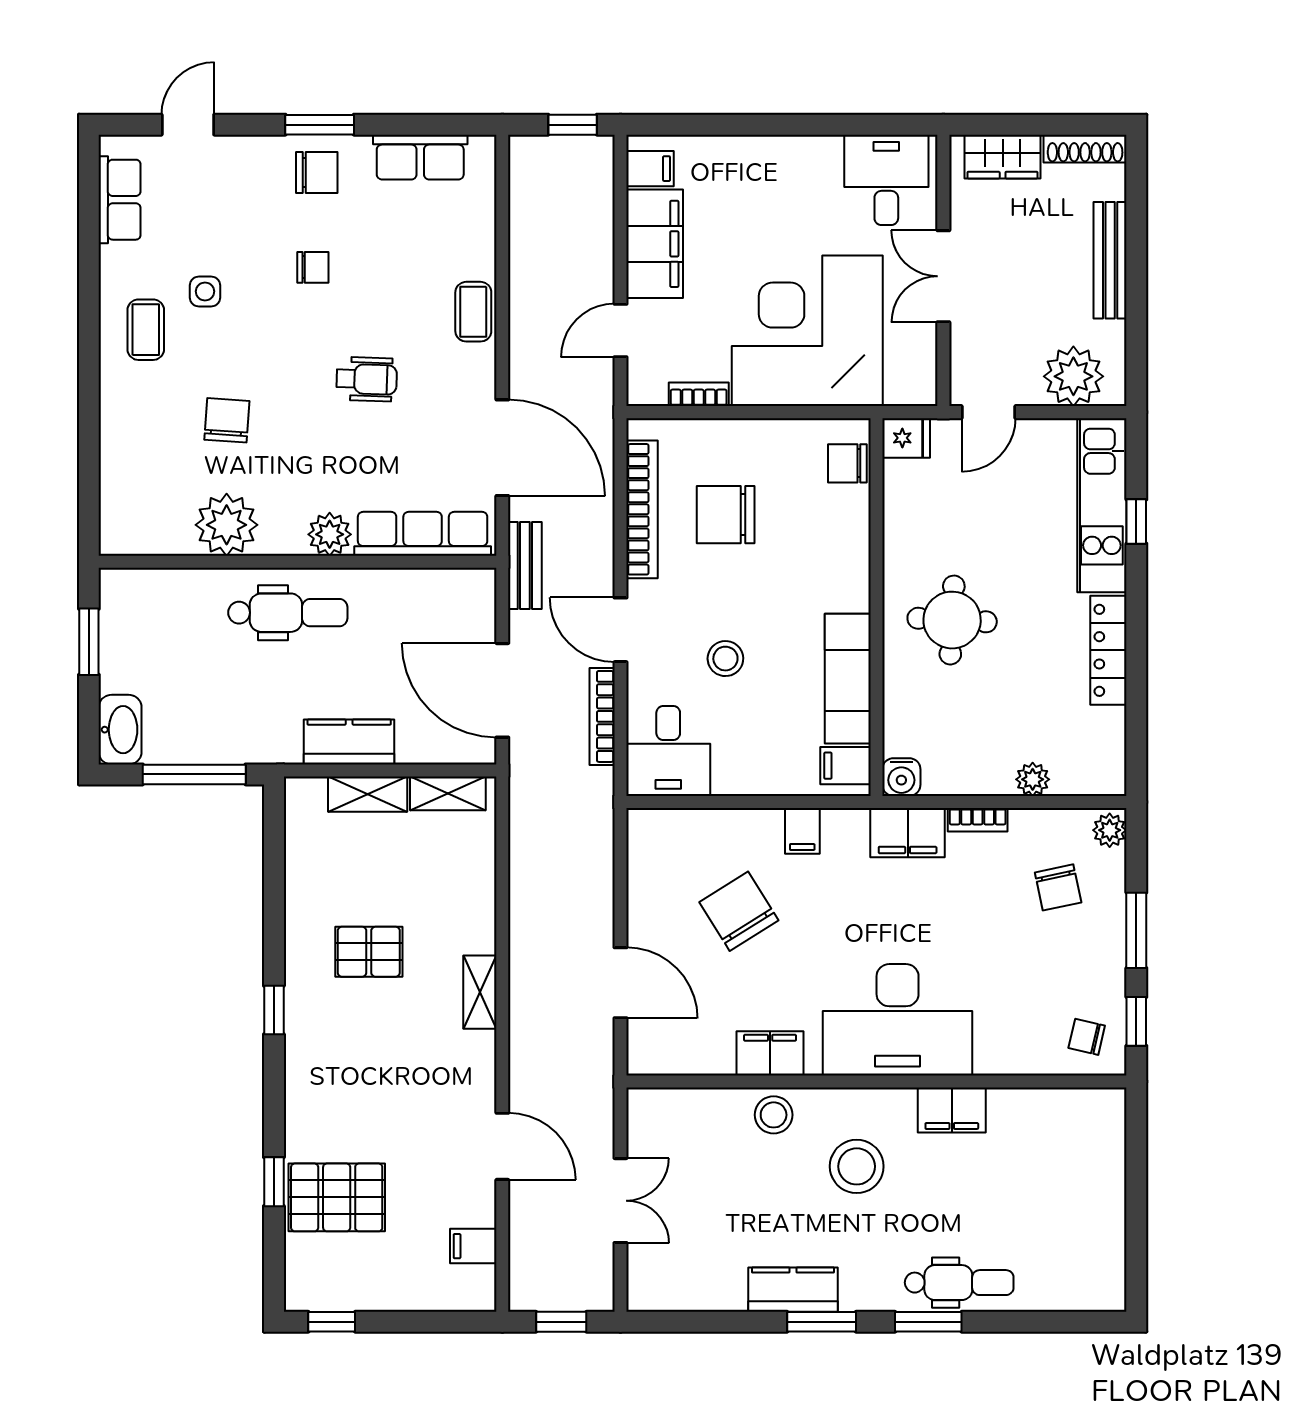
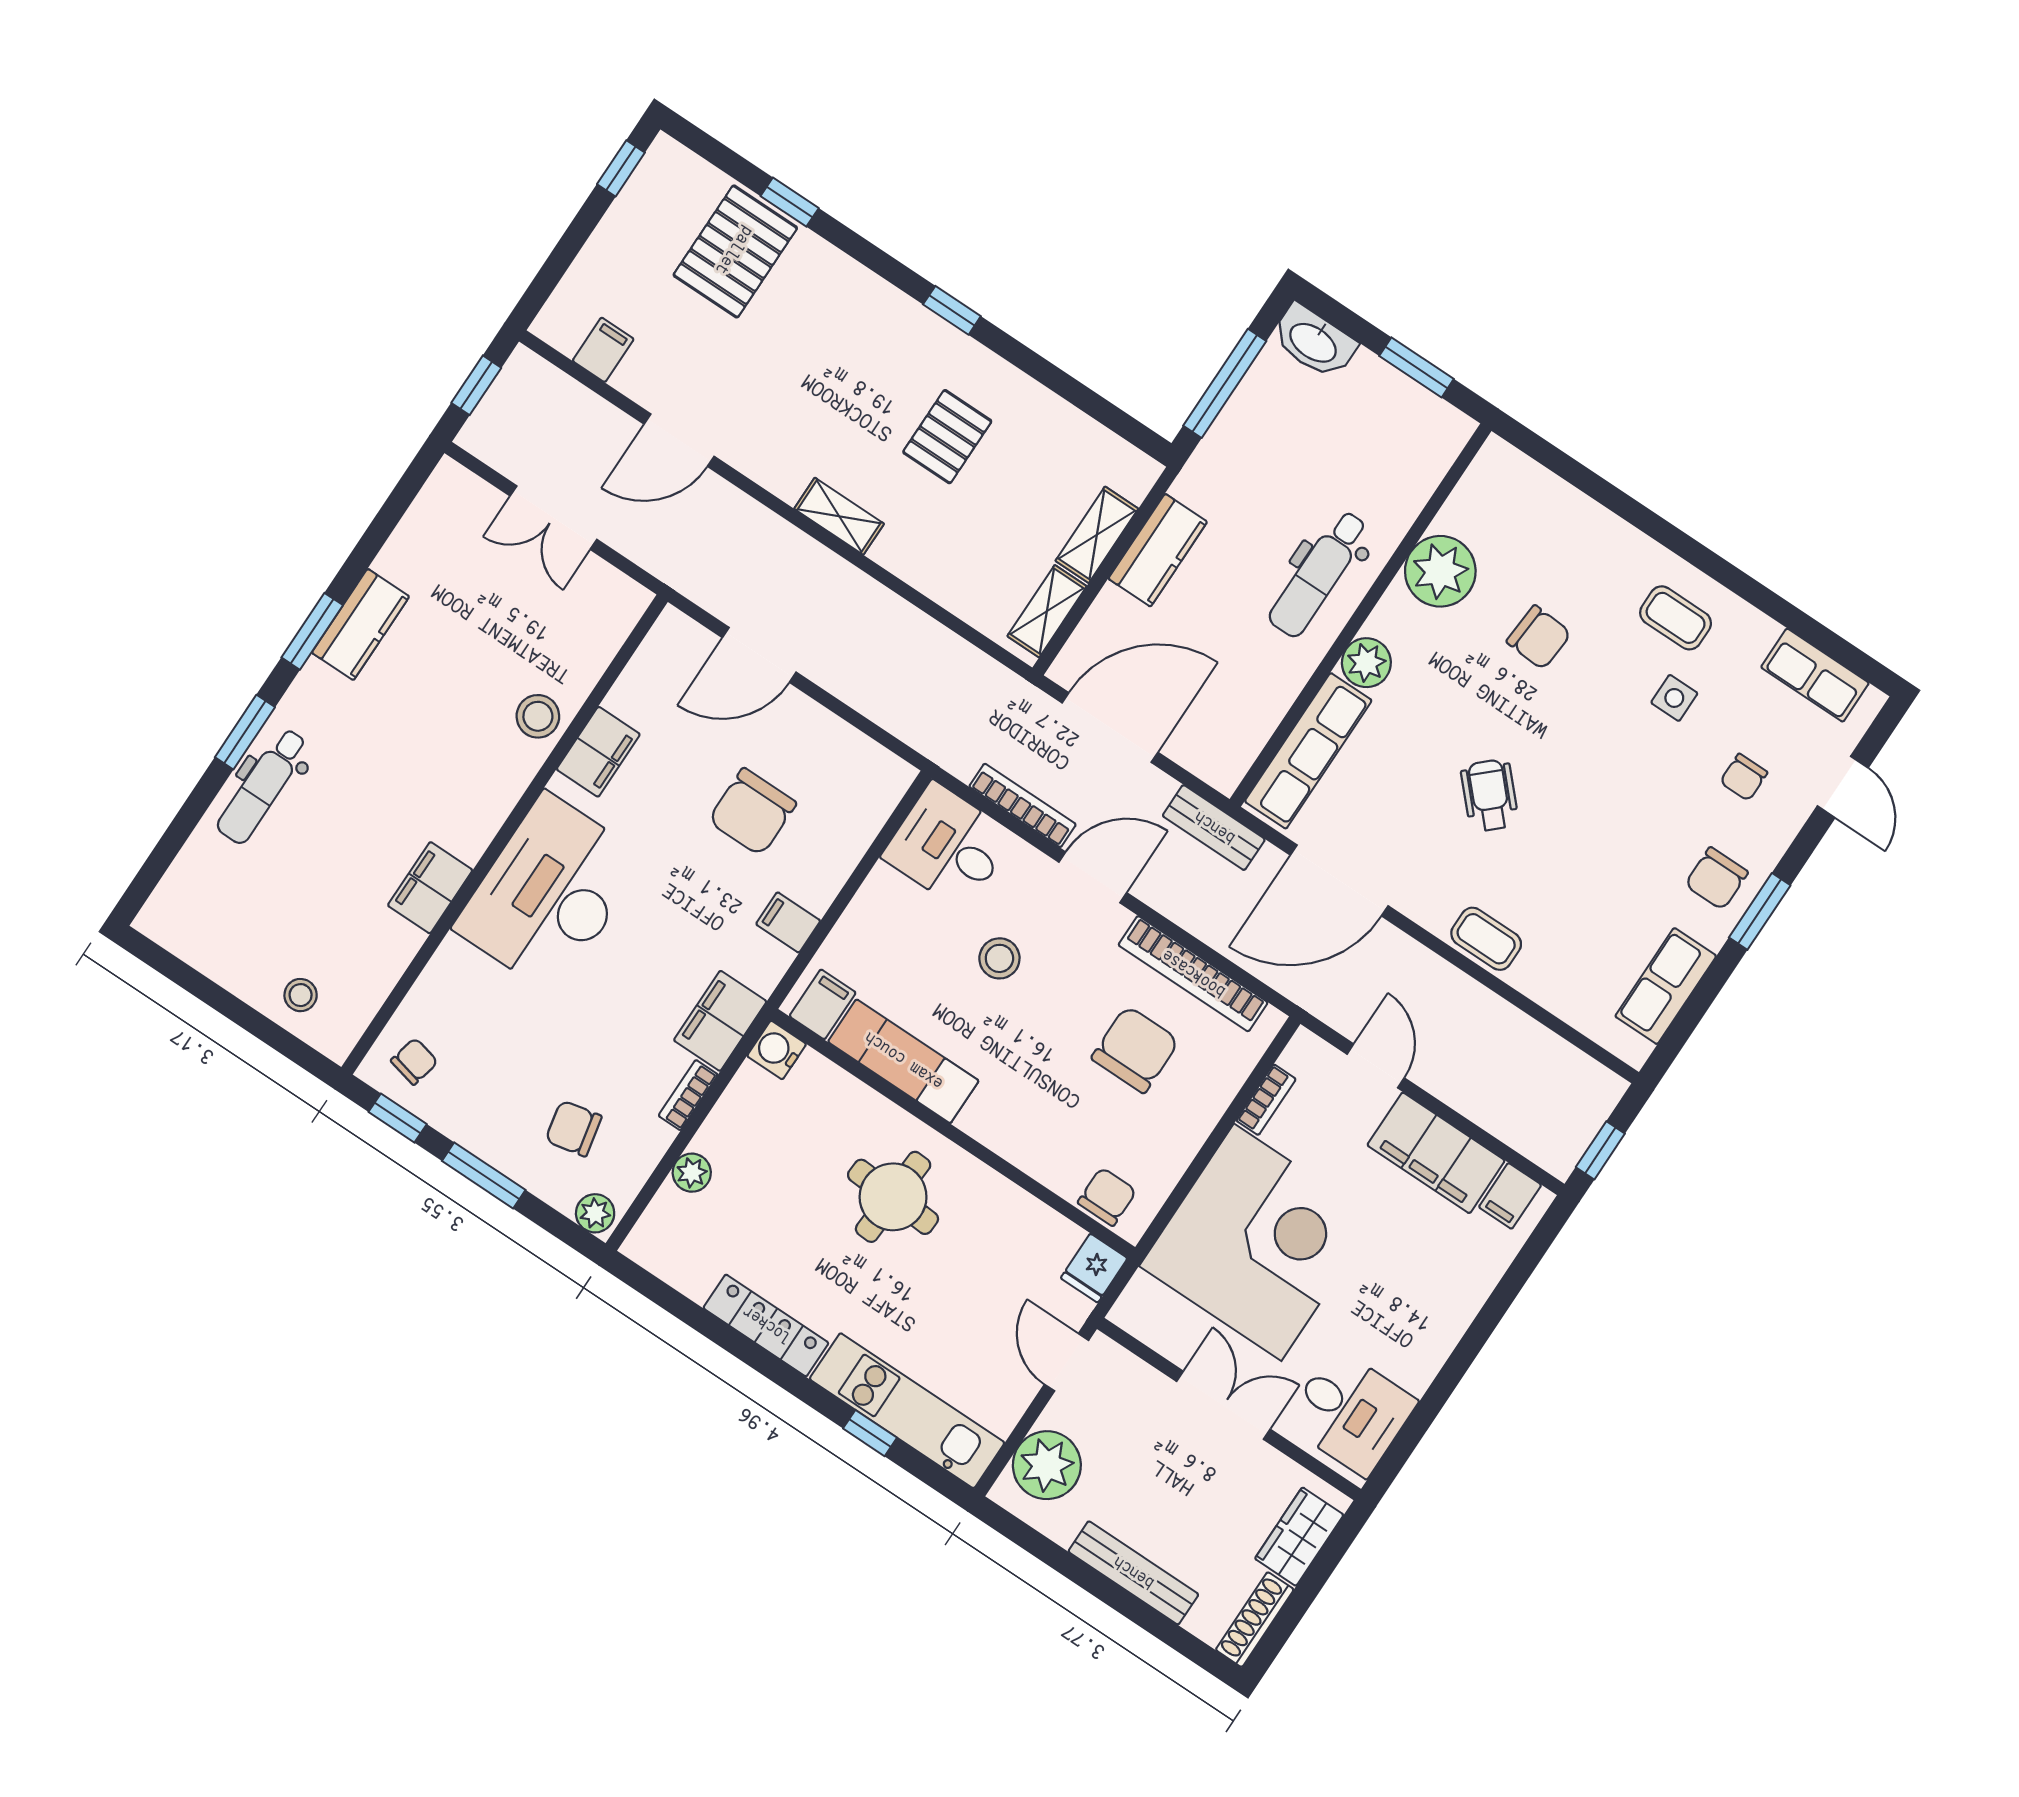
chair: (313, 267) -> (1744, 777), moved
wheelchair: (367, 379) -> (1490, 795), turned 135
chair: (739, 911) -> (752, 812), turned 122
stool: (857, 1166) -> (301, 995), moved, width x0.53, depth x0.53

